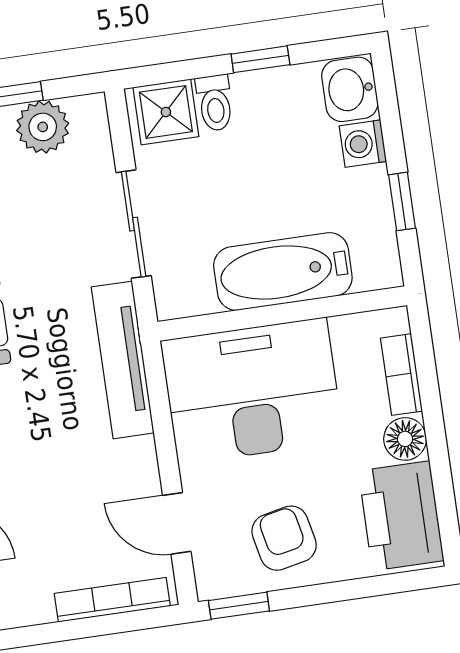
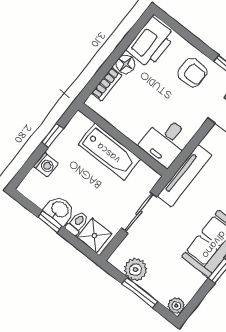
washbasin: (350, 89) -> (59, 210), moved, turned -90
desk: (252, 391) -> (165, 141), width x0.53, depth x0.77
armchair: (284, 538) -> (192, 73), turned -78

